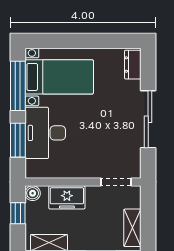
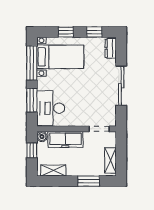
window: (67, 41) -> (66, 32), added
window: (109, 41) -> (94, 32), added
desk: (45, 133) -> (51, 108), moved
freezer: (67, 197) -> (65, 139), width x1.40

